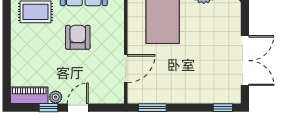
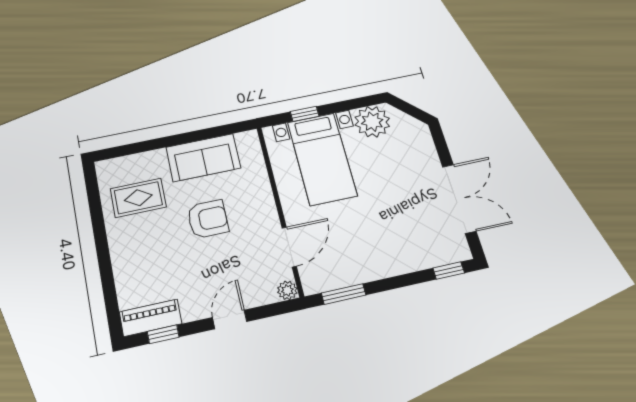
armchair: (78, 37) -> (208, 219), turned 90
plant: (56, 97) -> (287, 290), moved
window: (48, 108) -> (163, 334), moved

